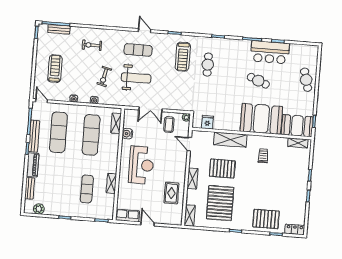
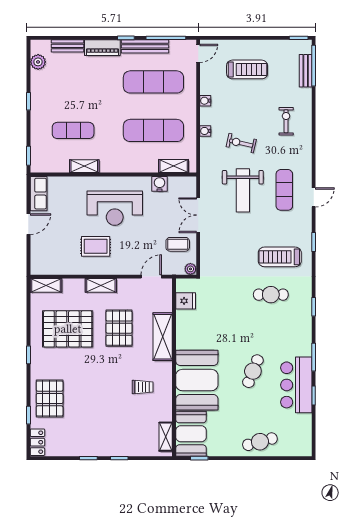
rug: (171, 193) -> (96, 246), moved

